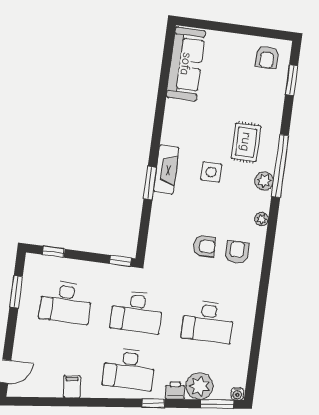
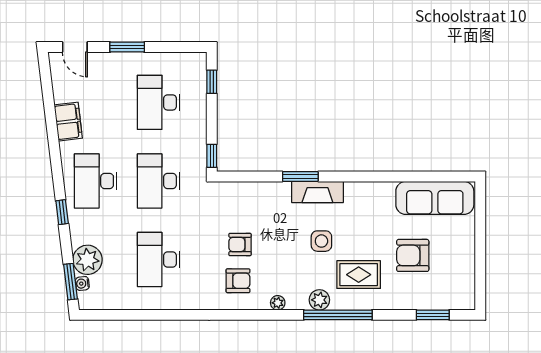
armchair: (267, 57) -> (413, 255), moved, width x1.38, depth x1.38
armchair: (204, 246) -> (240, 244), turned 90
window: (16, 292) -> (127, 47), moved
filing cabinet: (72, 387) -> (68, 122), width x2.00
printer: (175, 390) -> (79, 234), removed
water cooler: (237, 394) -> (82, 283), moved

